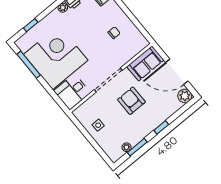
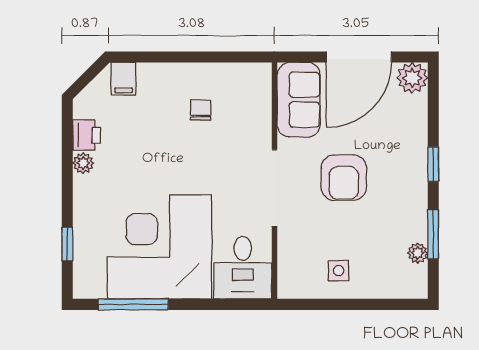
armchair: (131, 101) -> (344, 177), turned -90

